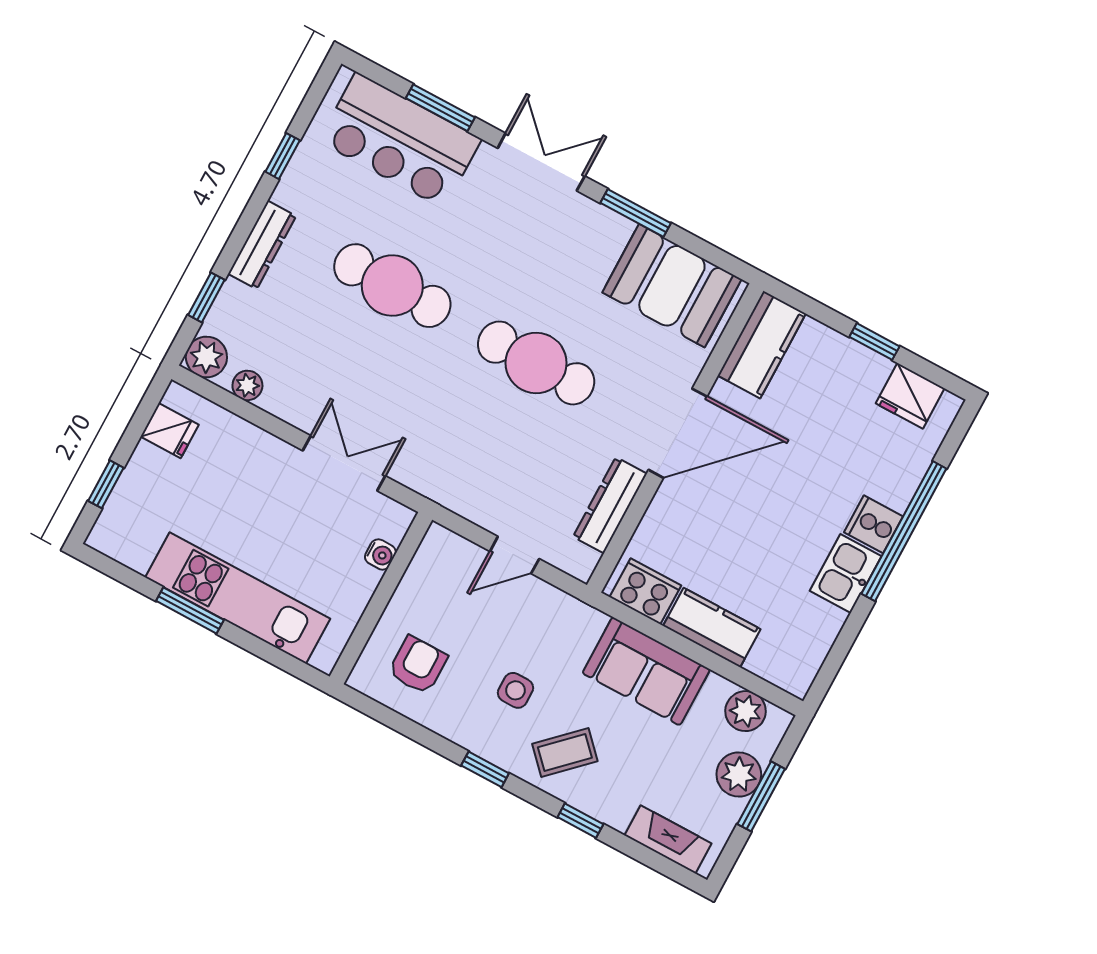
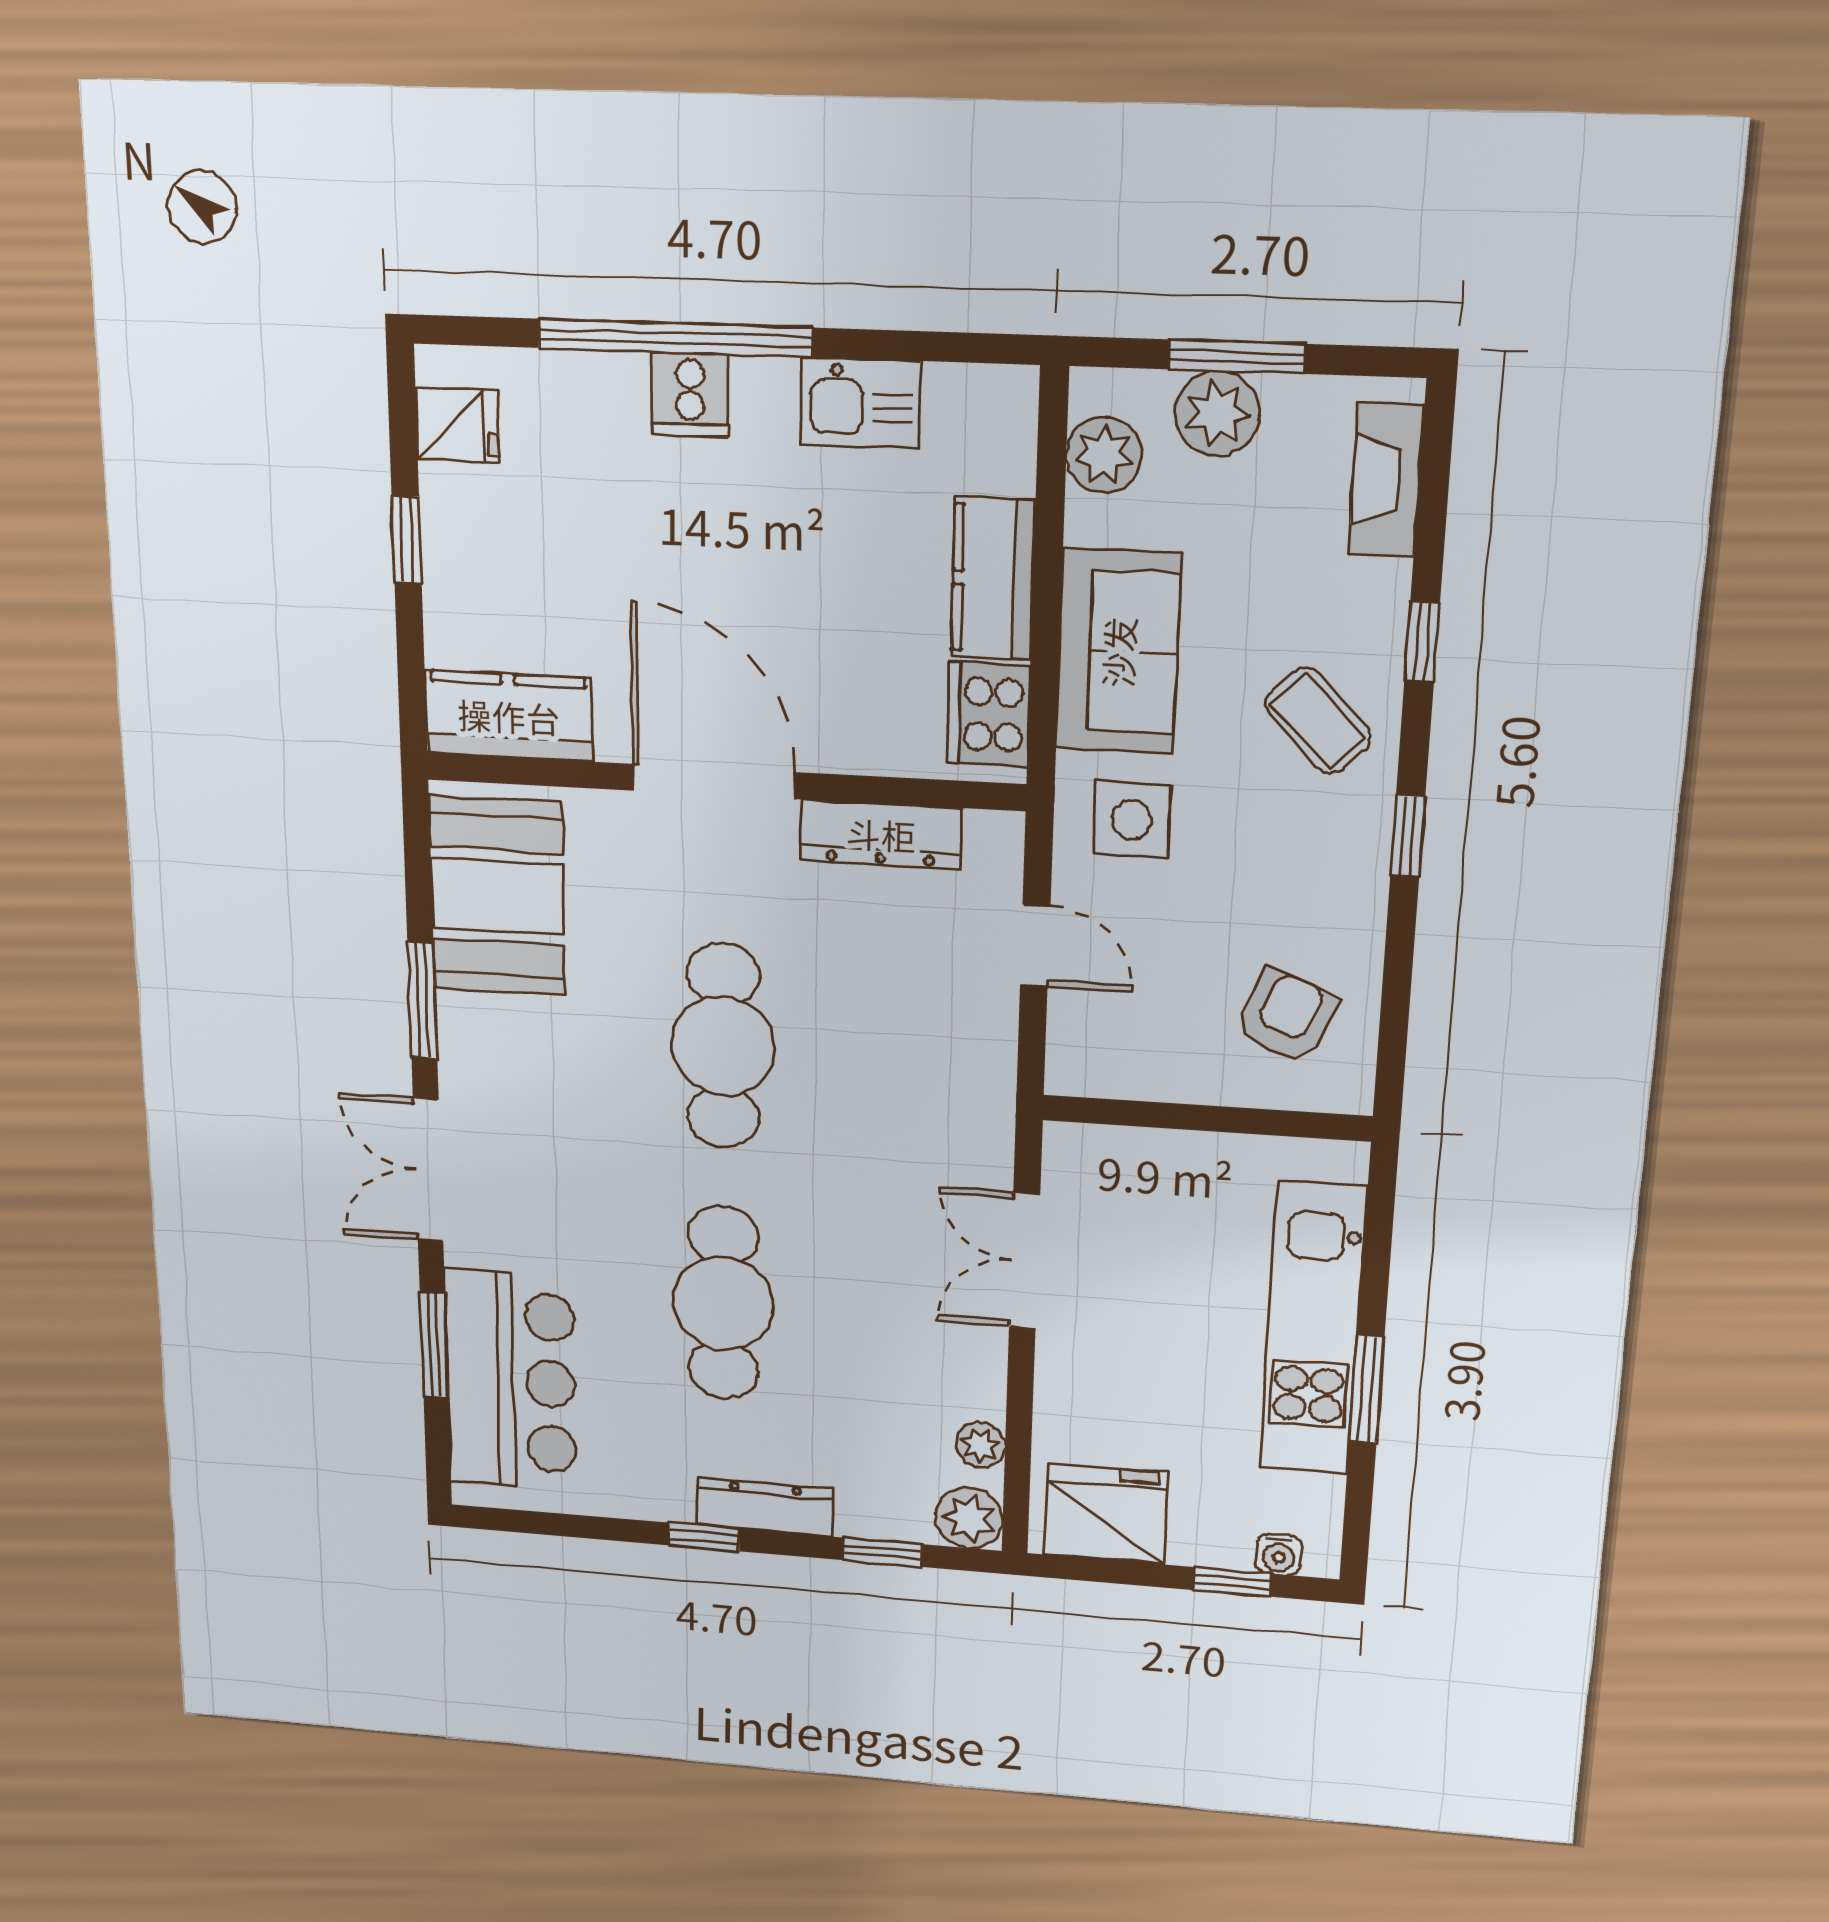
window: (283, 156) -> (704, 1537), moved
fridge: (910, 396) -> (457, 425), width x0.72
fridge: (170, 431) -> (1106, 1514), width x1.88, depth x1.34
water cooler: (380, 555) -> (1279, 1554), moved, turned 180
kitchen sink: (846, 574) -> (860, 403), moved
armchair: (418, 665) -> (1286, 1017), turned 113
side table: (516, 690) -> (1132, 820), moved, width x1.37, depth x1.37

